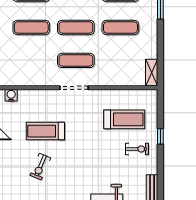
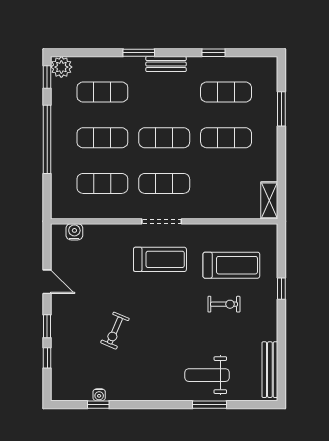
exercise mat: (31, 60) -> (102, 183), added
treadmill: (45, 131) -> (160, 259), moved, turned 180
exercise bike: (137, 149) -> (224, 304), moved

